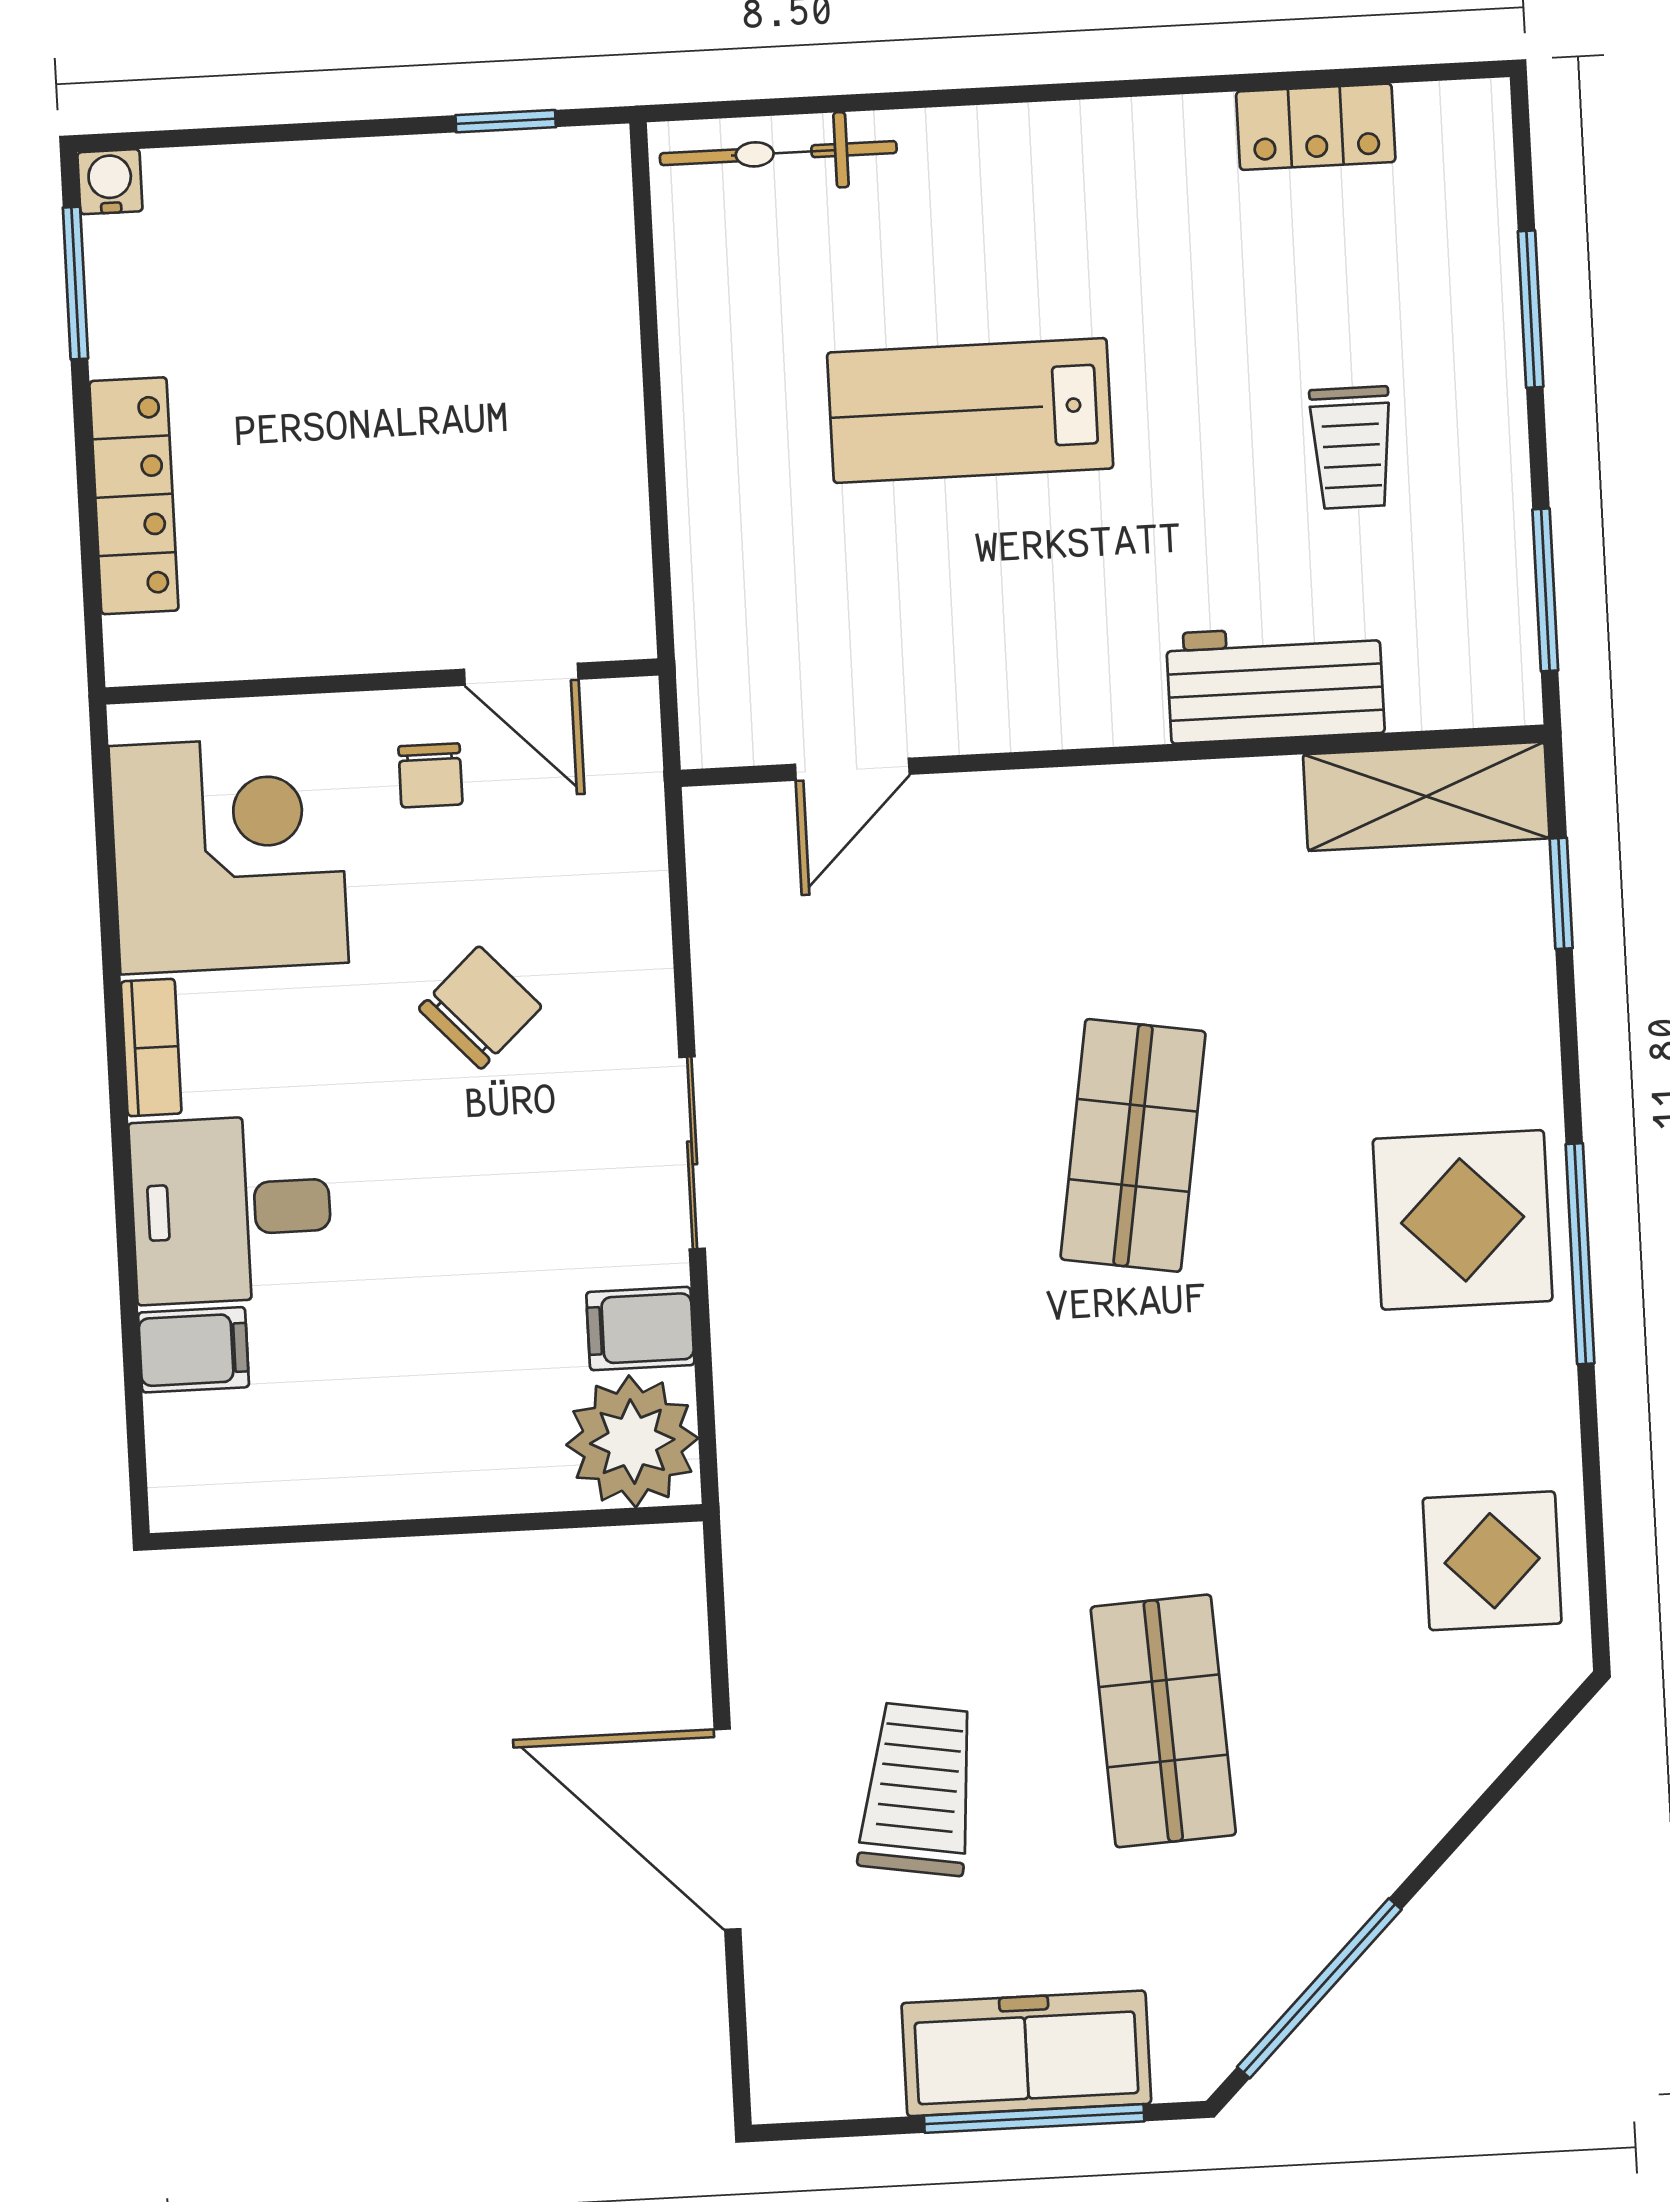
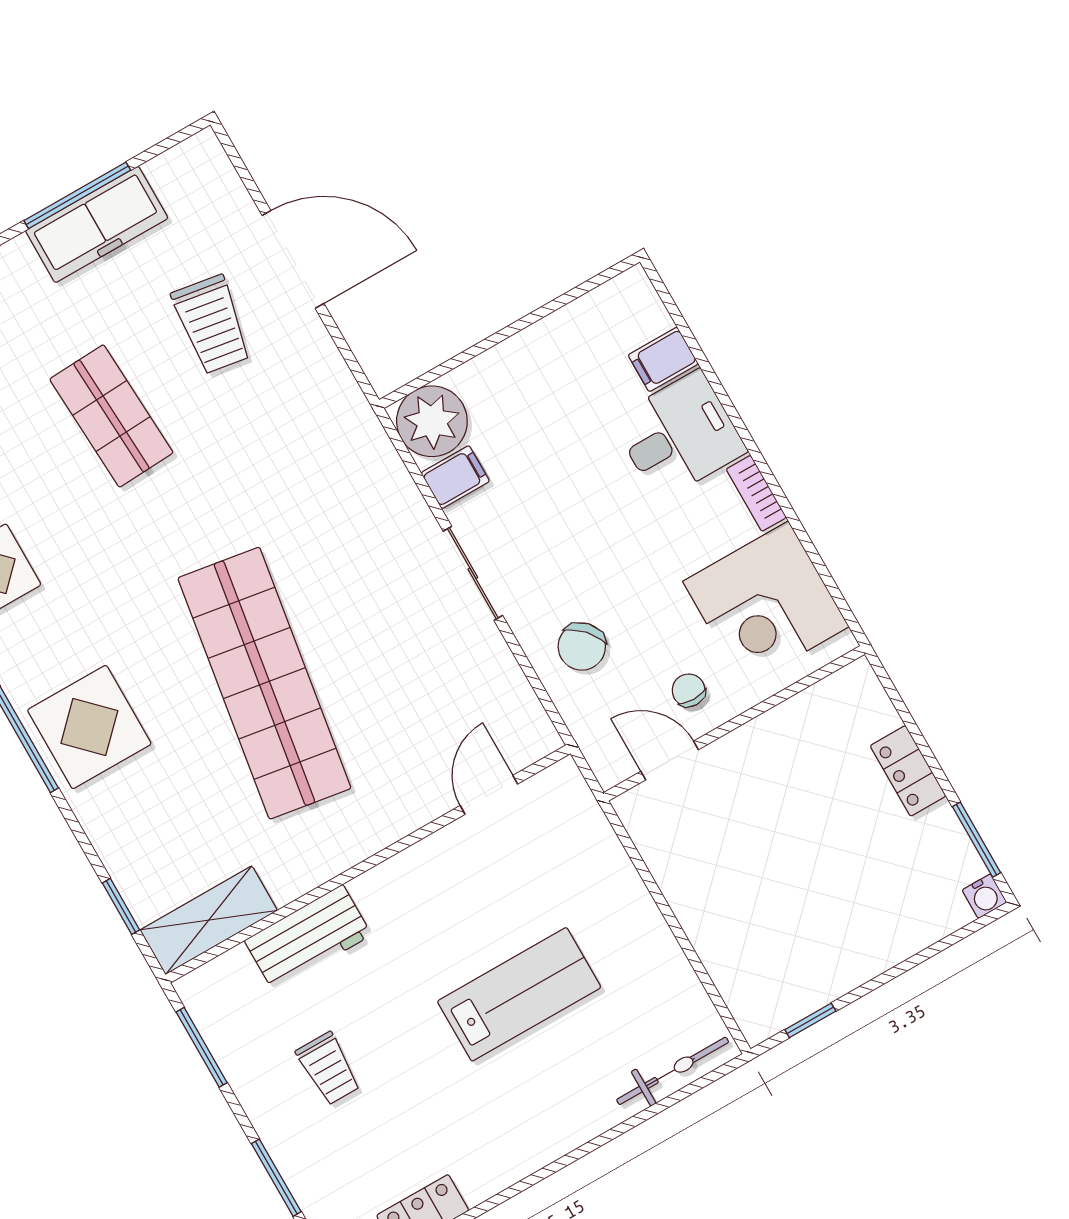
trolley: (1351, 448) -> (328, 1069), turned 180
locker: (134, 496) -> (908, 771), width x0.66
chair: (480, 1008) -> (582, 647), moved
shop shelf: (1133, 1145) -> (264, 683), width x2.00, depth x1.36

